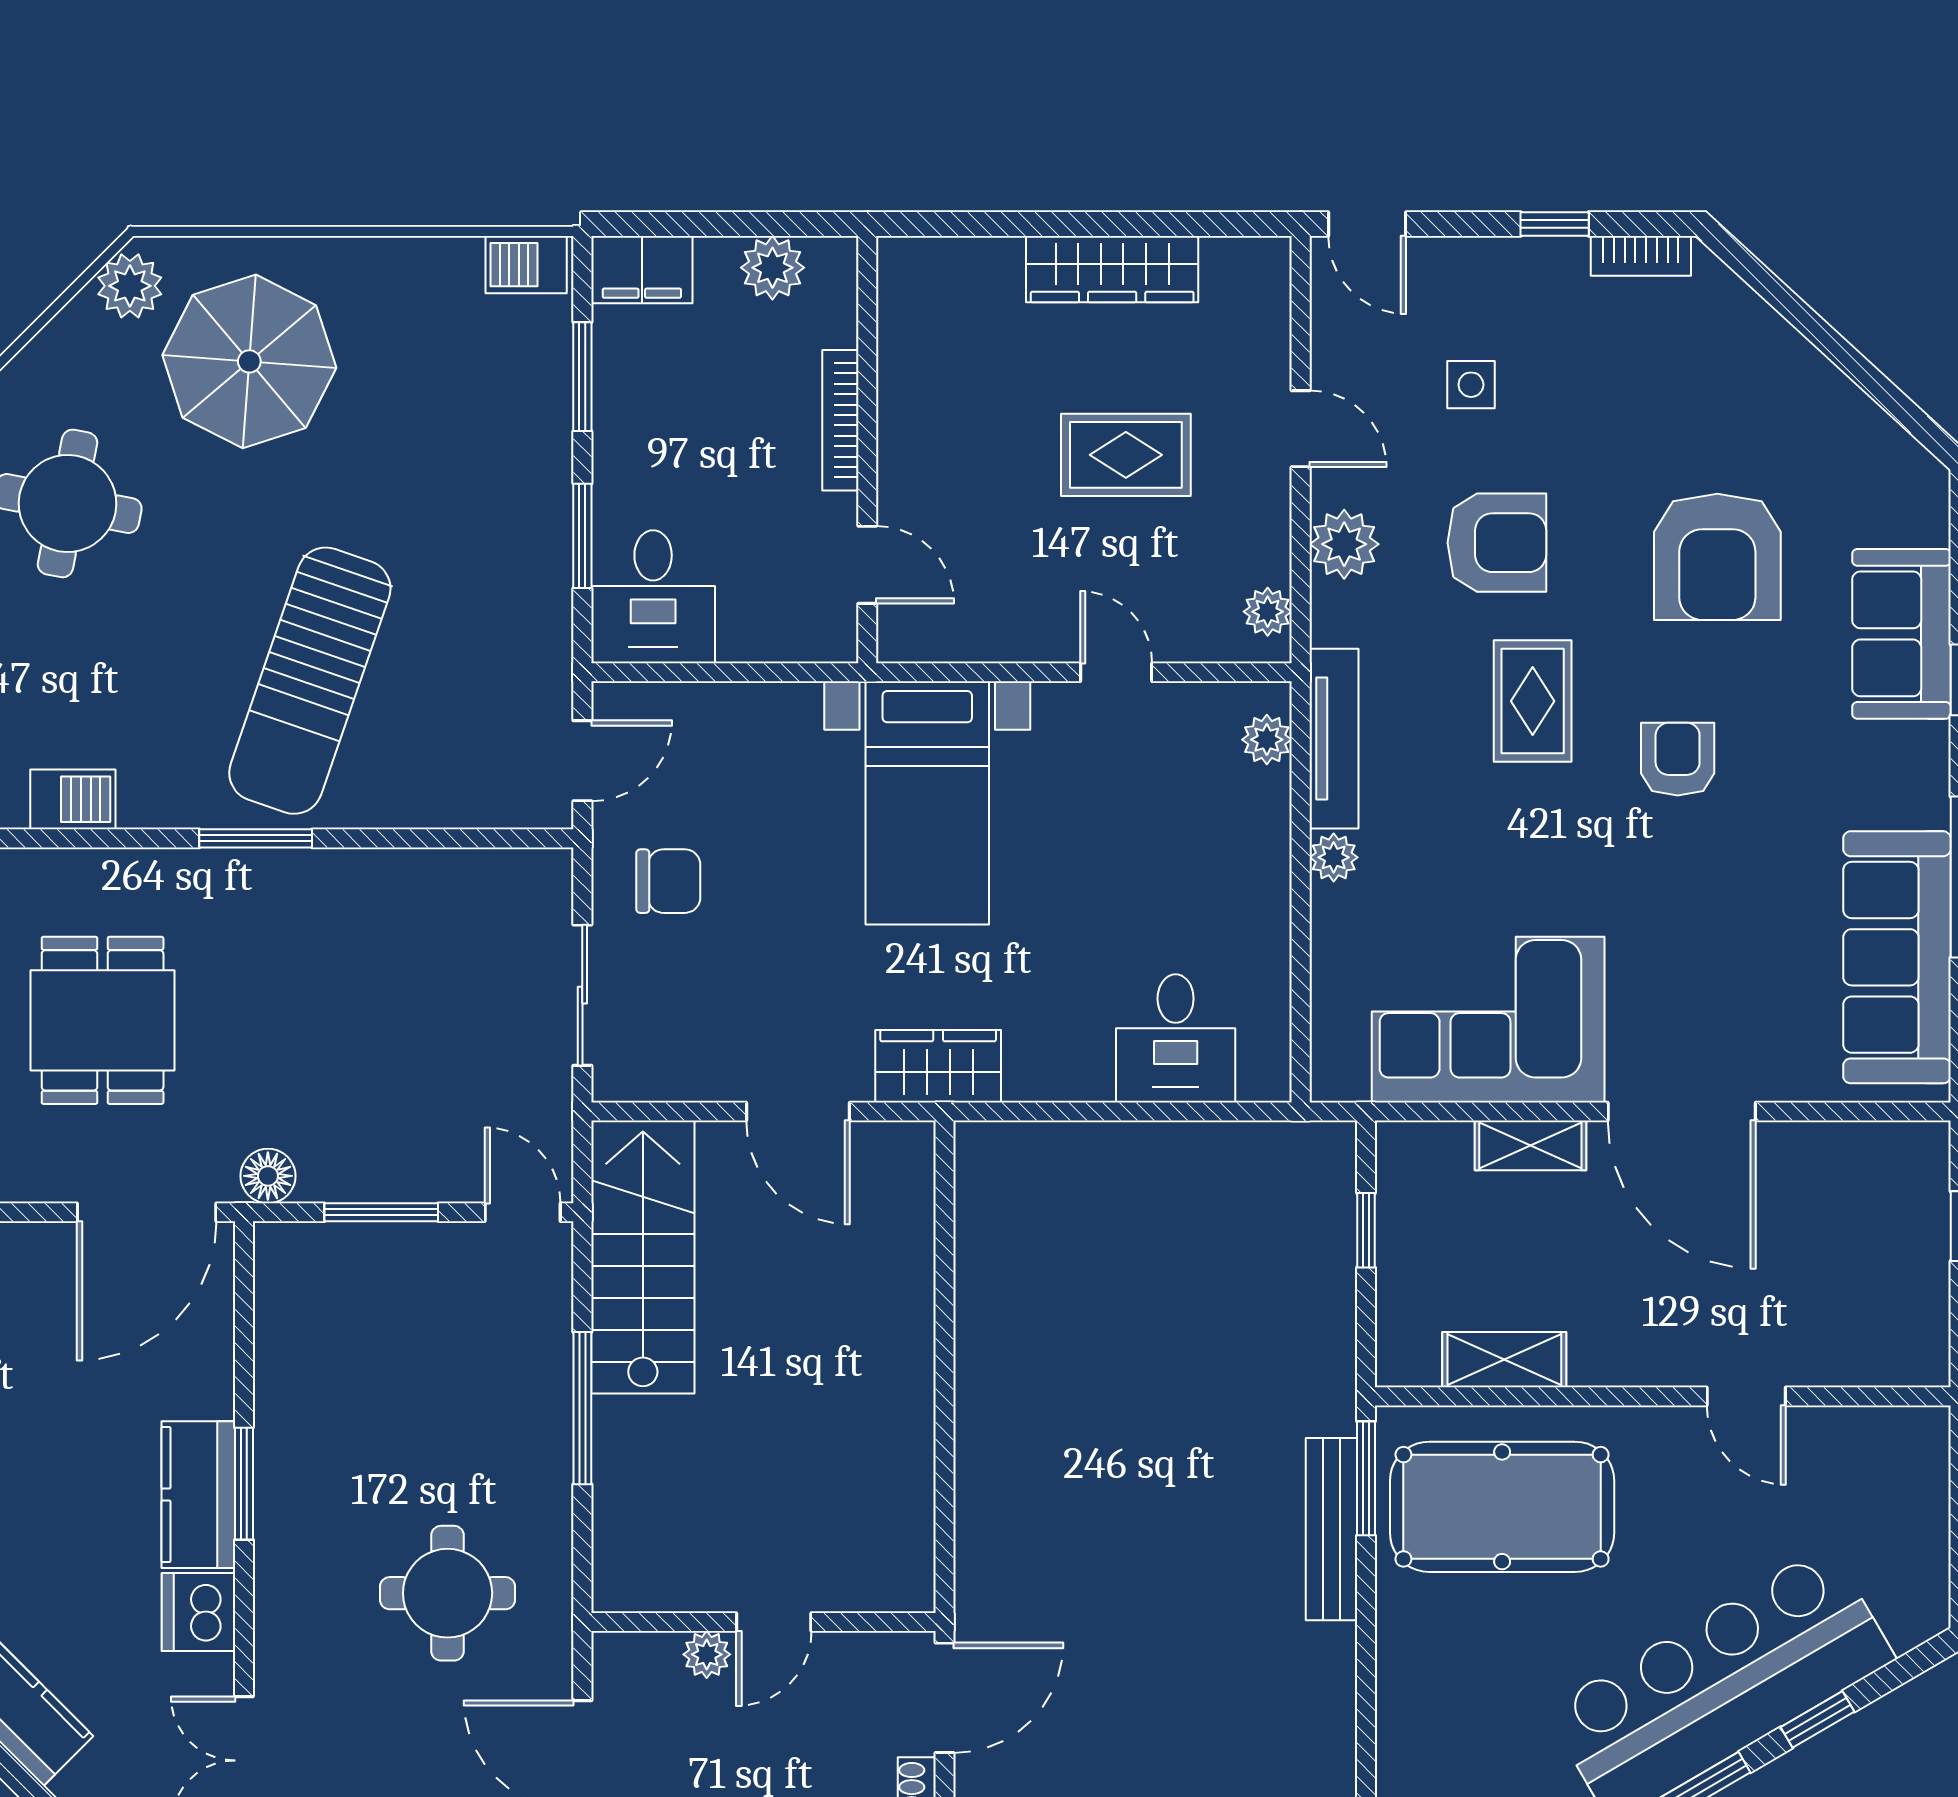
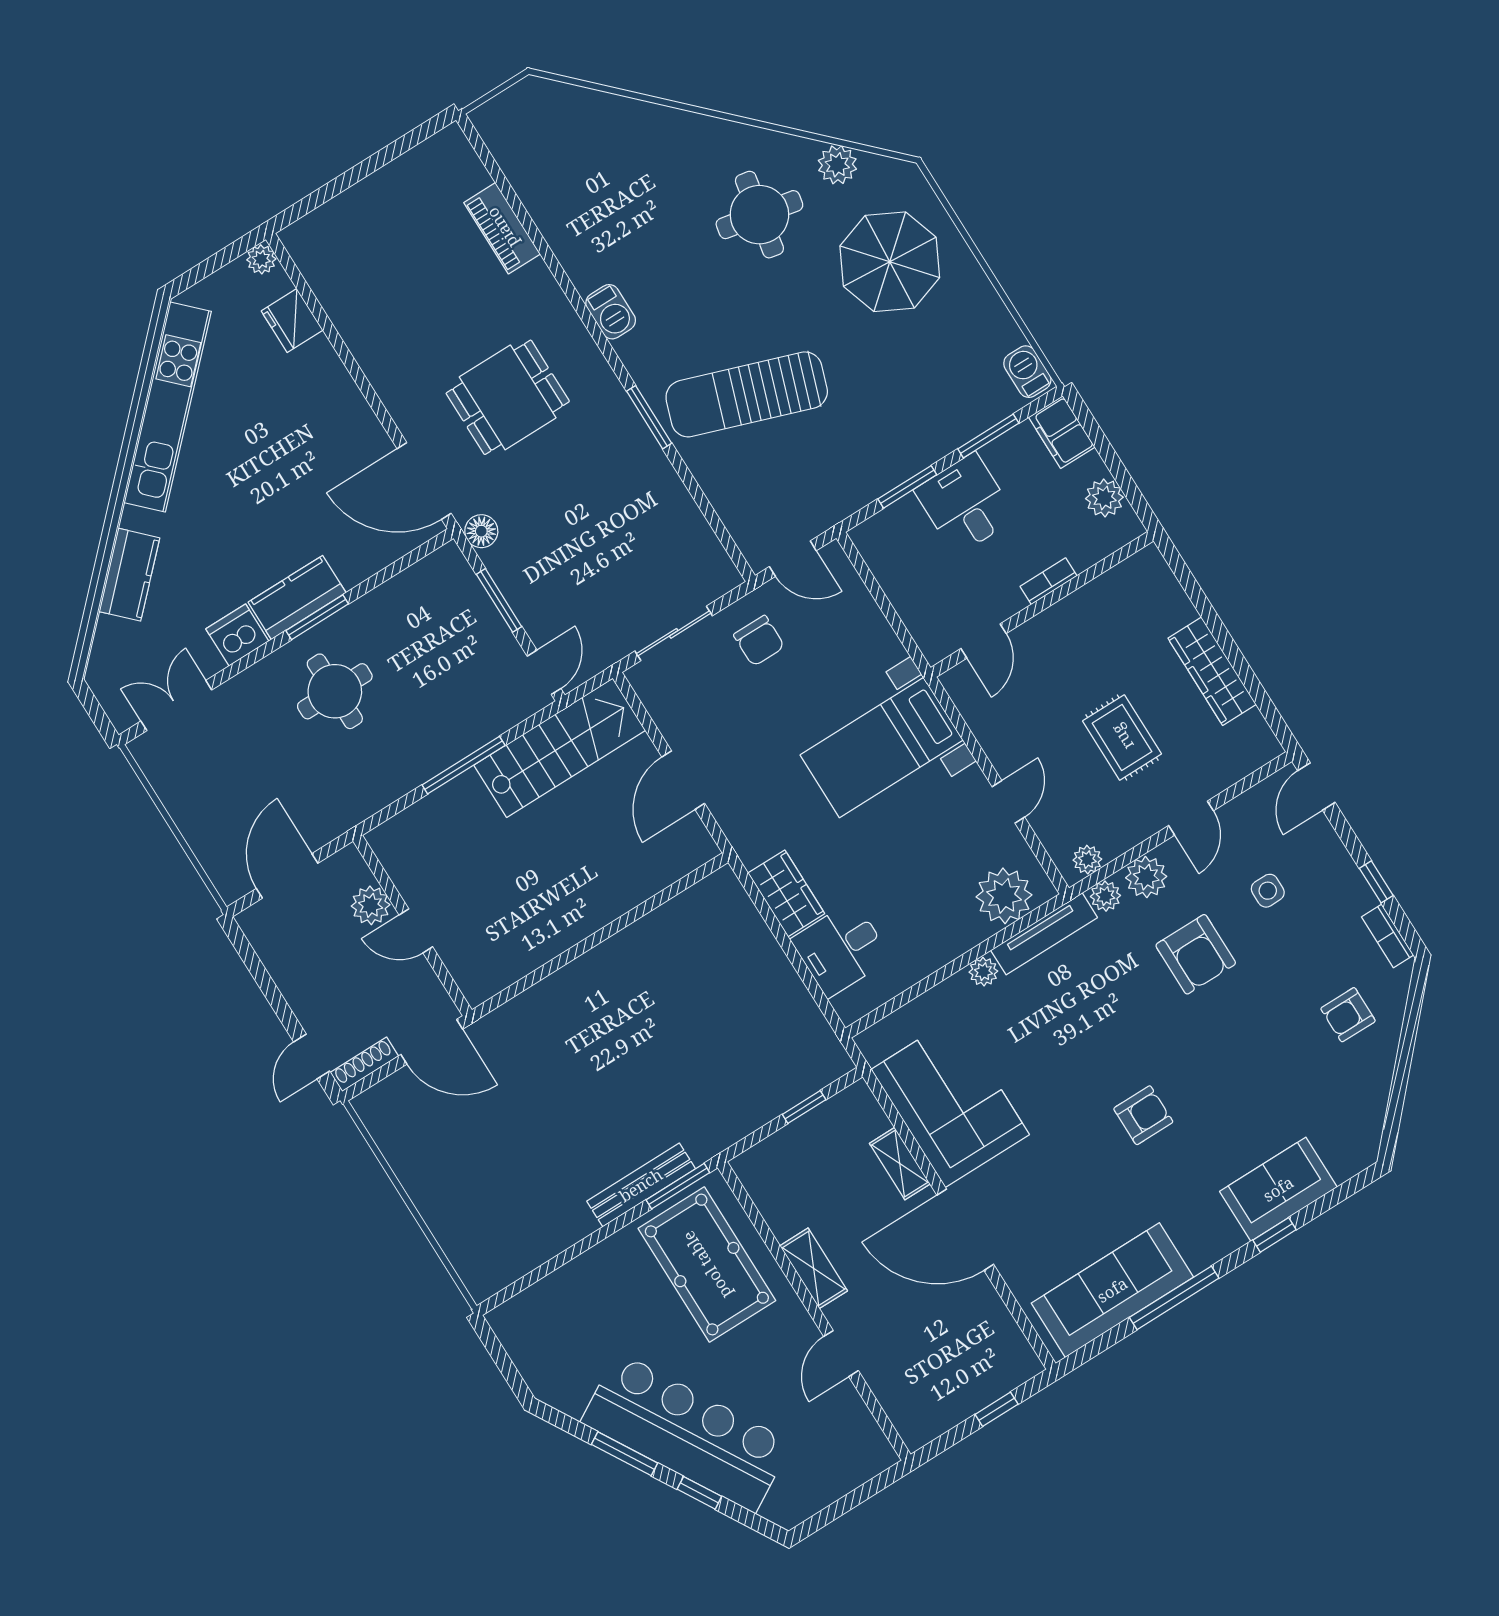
plant: (130, 286) -> (837, 165), moved
bookcase: (840, 420) -> (1048, 581), width x0.64
armchair: (1717, 557) -> (1348, 1015), moved, width x0.53, depth x0.53
desk: (653, 597) -> (965, 504), moved, turned 90
plant: (1335, 618) -> (1105, 896), added
rug: (1533, 701) -> (1127, 1023), removed
plant: (1267, 740) -> (1004, 896), width x1.88, depth x1.88
wardrobe: (938, 1066) -> (786, 893), moved
door: (1682, 1111) -> (965, 1230), hinge flipped
shelving: (1504, 1360) -> (814, 1268), moved
round table: (448, 1593) -> (335, 691), moved
plant: (707, 1654) -> (371, 905), width x1.38, depth x1.38

